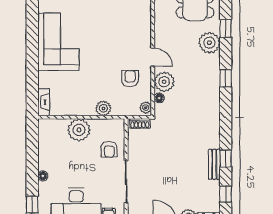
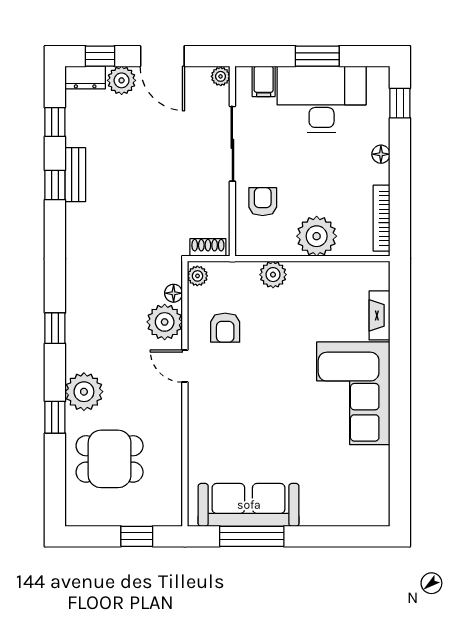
fireplace: (44, 102) -> (380, 315), moved
bookcase: (43, 140) -> (382, 218), added

